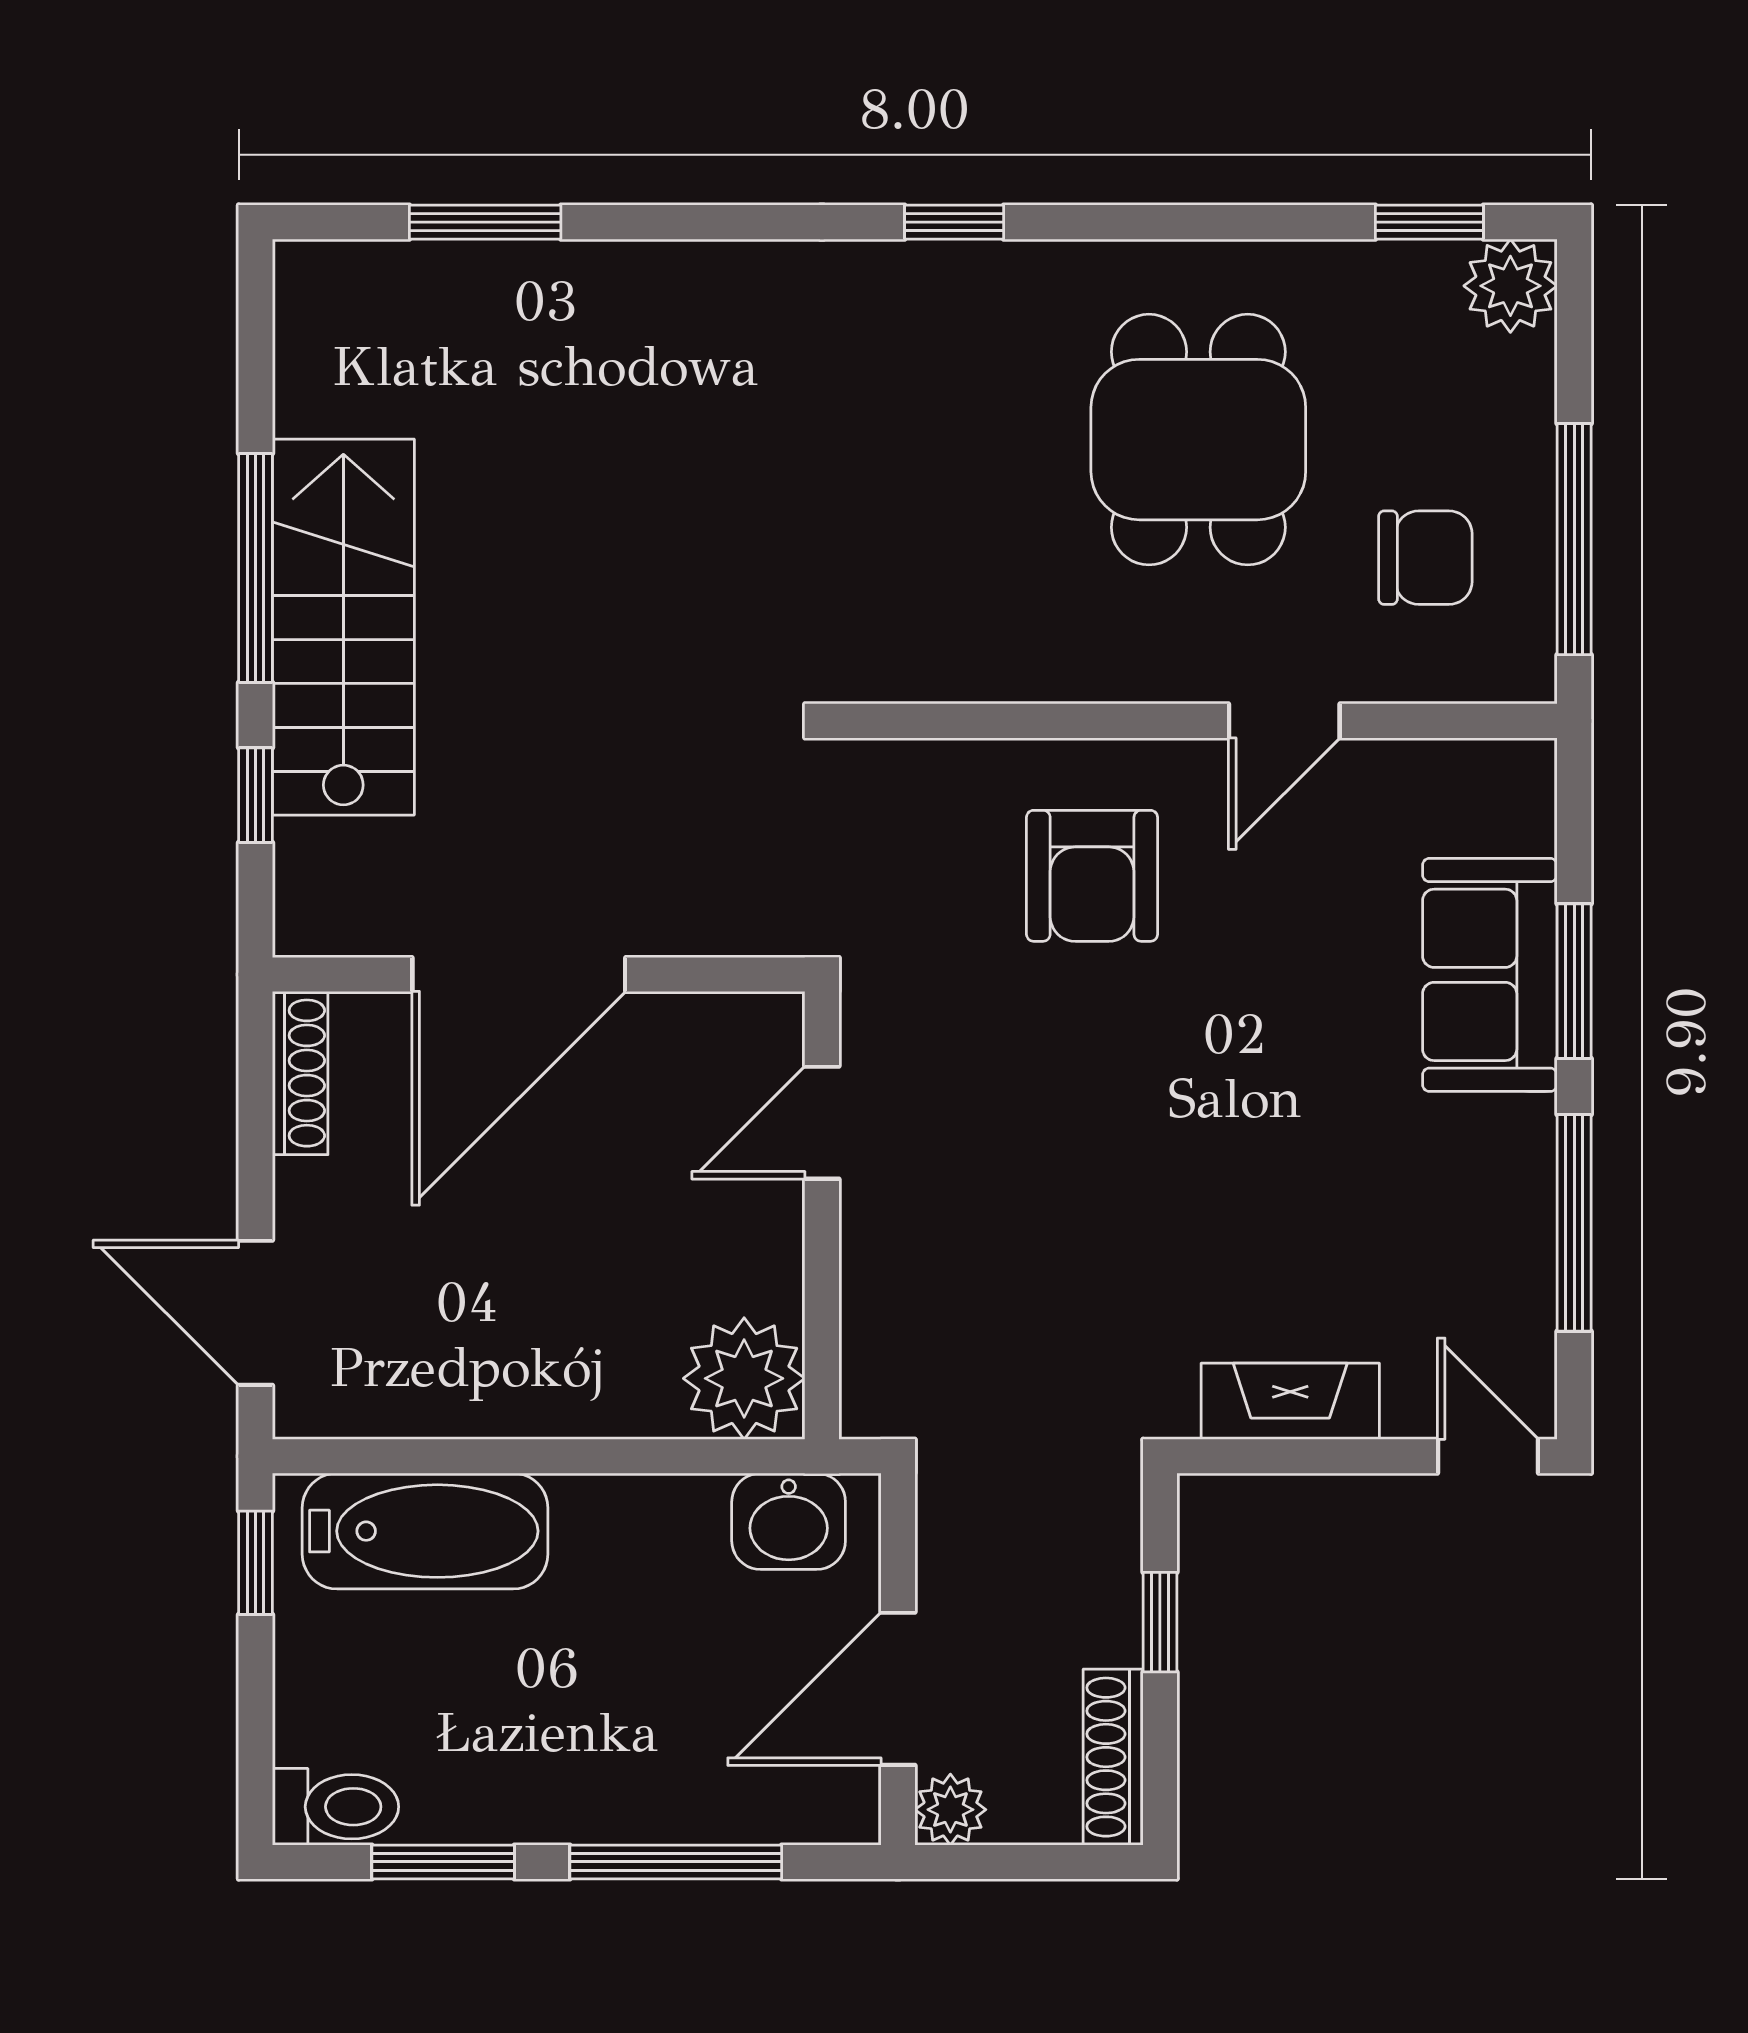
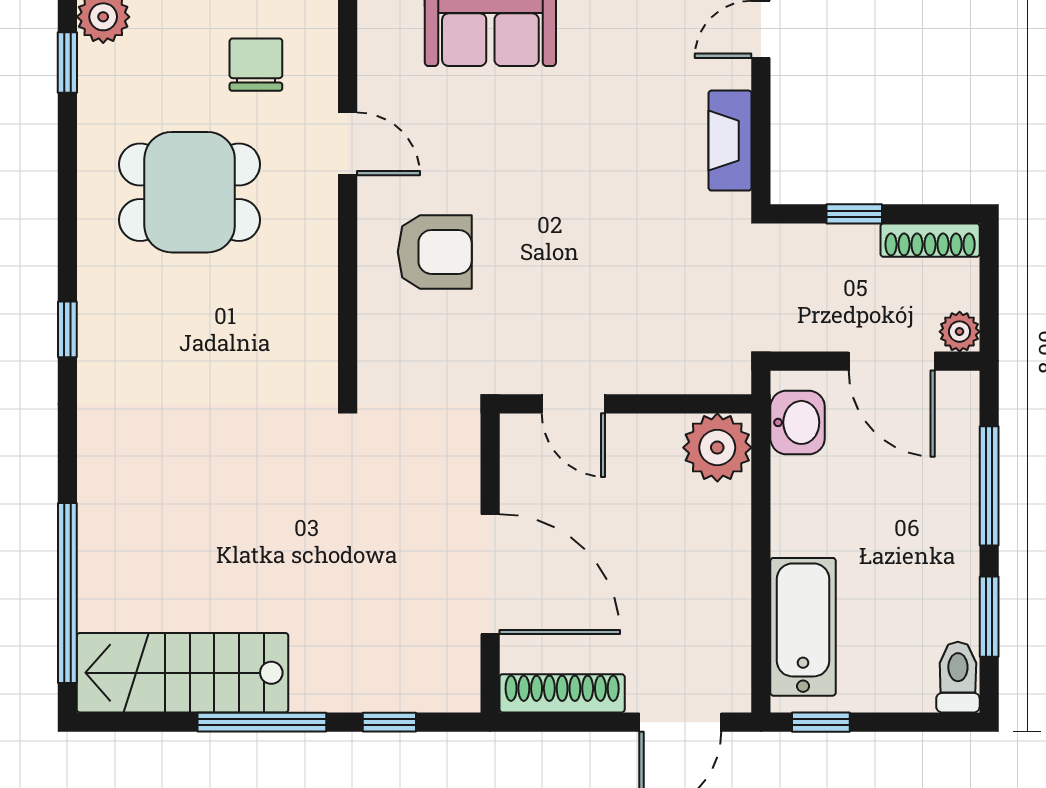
window: (485, 222) -> (67, 593), width x2.11
stairs: (343, 627) -> (183, 673), moved
shoe rack: (300, 1073) -> (562, 693), width x1.36, depth x1.24

